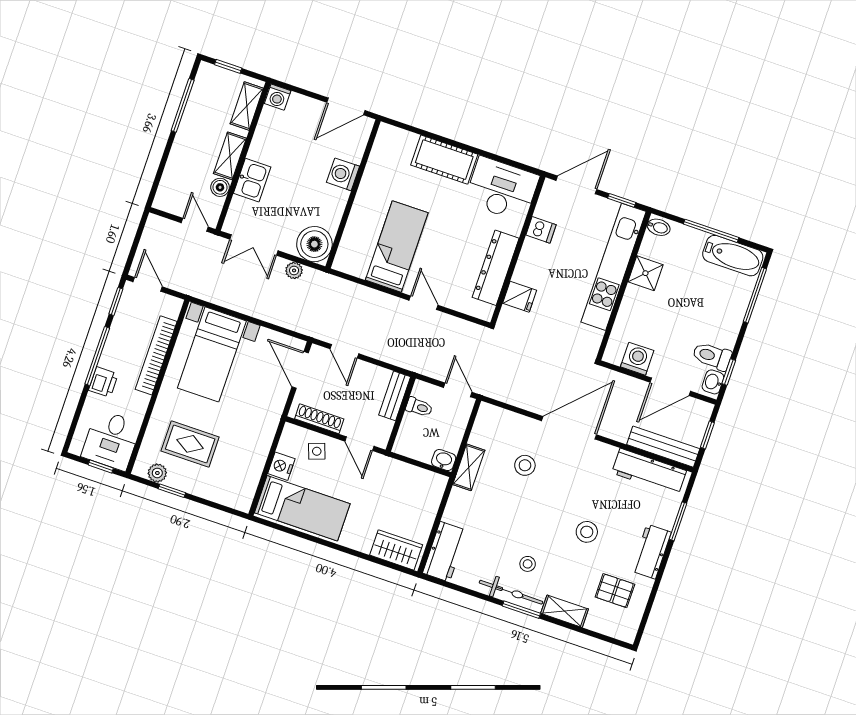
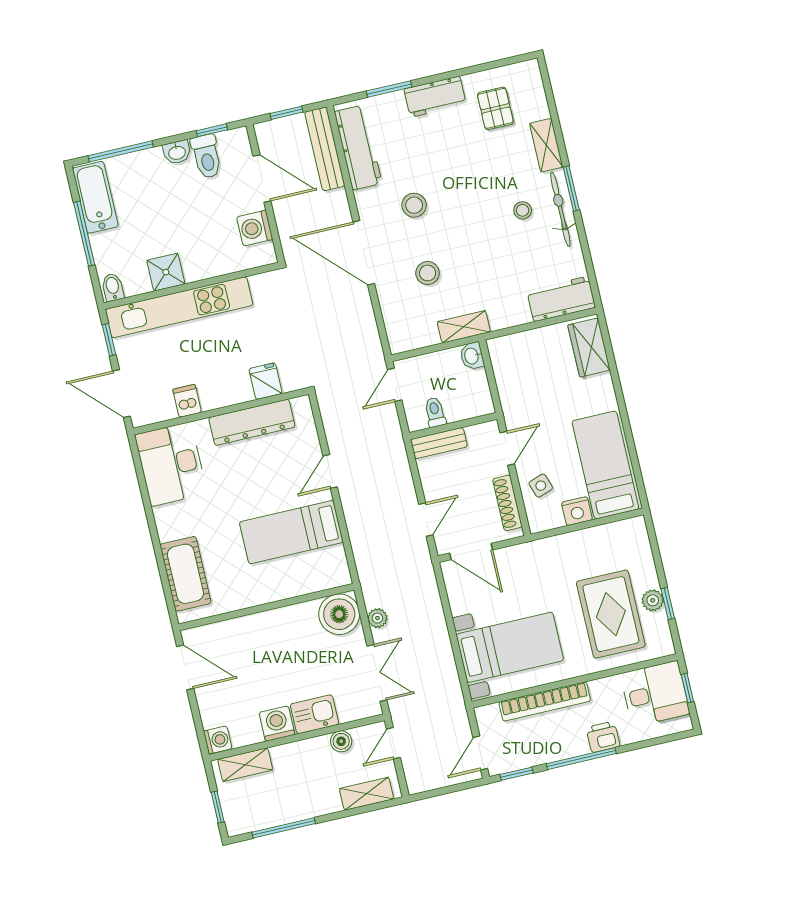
shelving: (230, 156) -> (367, 794), moved
cot: (444, 160) -> (185, 574), moved
washing machine: (343, 174) -> (277, 724), moved, turned 180
door: (300, 370) -> (471, 551), hinge flipped
washbasin: (713, 382) -> (177, 152), moved
rug: (190, 444) -> (611, 614), width x1.36, depth x1.43
plant: (157, 473) -> (653, 600), moved
stool: (587, 532) -> (414, 205), moved

